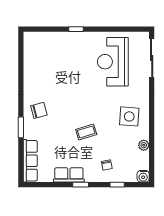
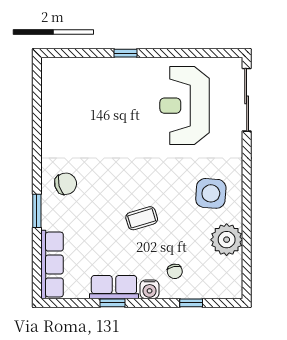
plant: (144, 145) -> (227, 240), width x1.88, depth x1.88
water cooler: (143, 176) -> (150, 289), moved
window: (81, 185) -> (113, 303), moved

